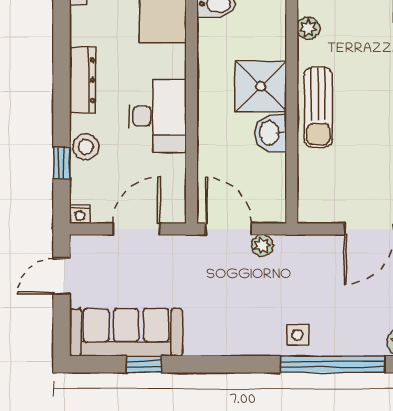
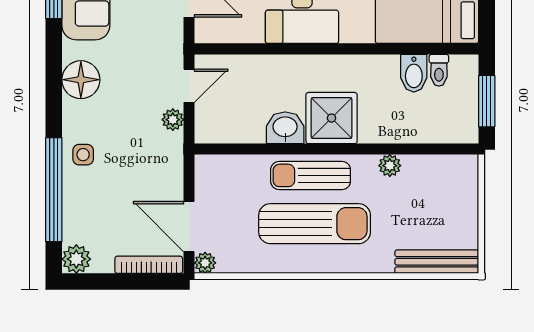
sun lounger: (366, 103) -> (315, 224), added
door: (228, 229) -> (189, 86), width x0.73
floor lamp: (222, 337) -> (81, 80), added

